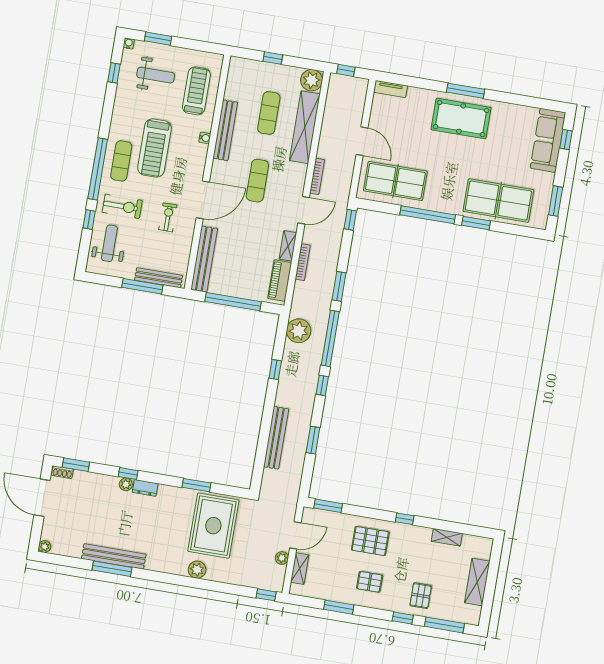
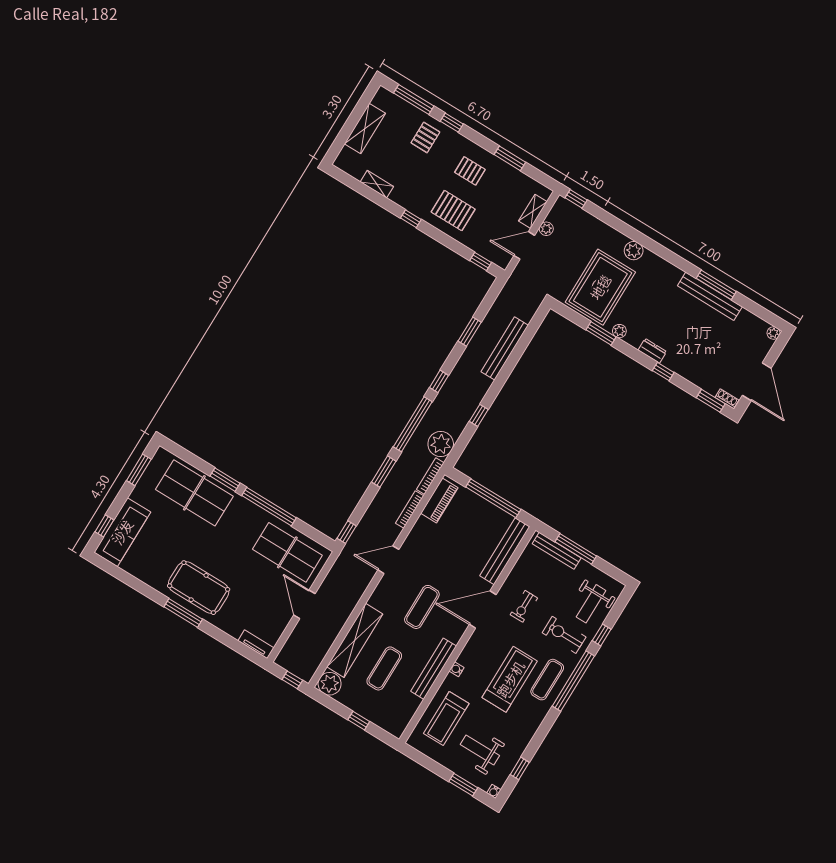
bookcase: (317, 176) -> (430, 476), moved
shelving: (288, 246) -> (418, 531), removed
plant: (126, 484) -> (619, 331), moved
window: (328, 506) -> (481, 262), width x0.67

